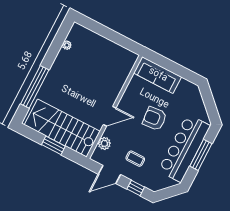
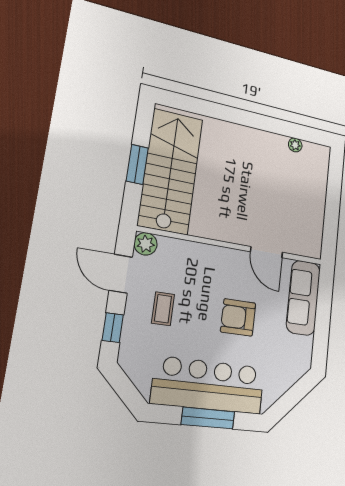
window: (35, 87) -> (219, 111), removed
door: (110, 116) -> (266, 252), moved
armchair: (155, 119) -> (238, 317), turned -85
plant: (104, 143) -> (146, 244), moved

